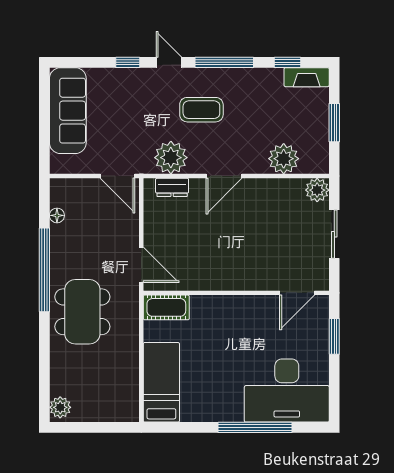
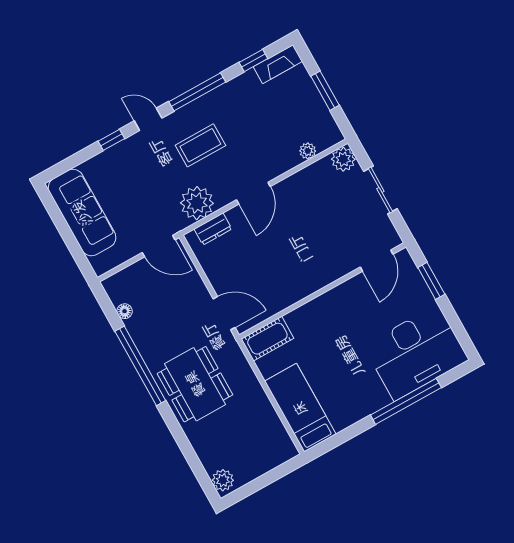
plant: (284, 159) -> (308, 151), width x0.53, depth x0.53

